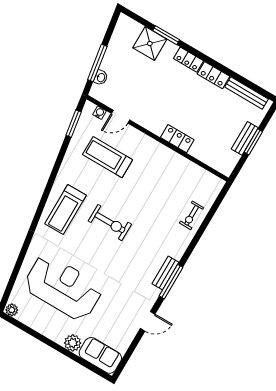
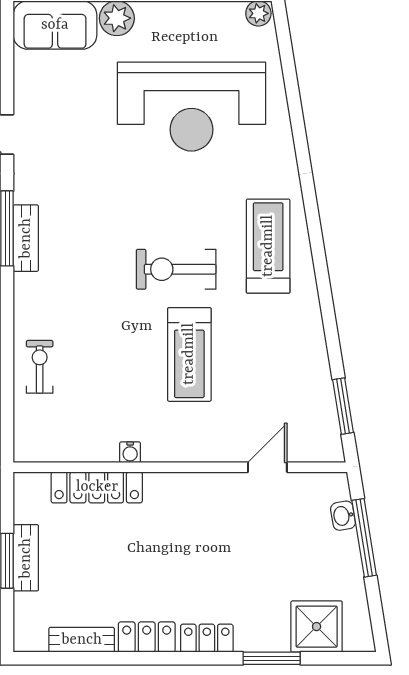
shower: (150, 44) -> (317, 627), moved
bench: (247, 93) -> (82, 640), width x0.73
water cooler: (100, 113) -> (130, 452), moved
locker: (177, 139) -> (97, 487), moved, width x1.53
treadmill: (108, 157) -> (189, 354), moved, turned 90

